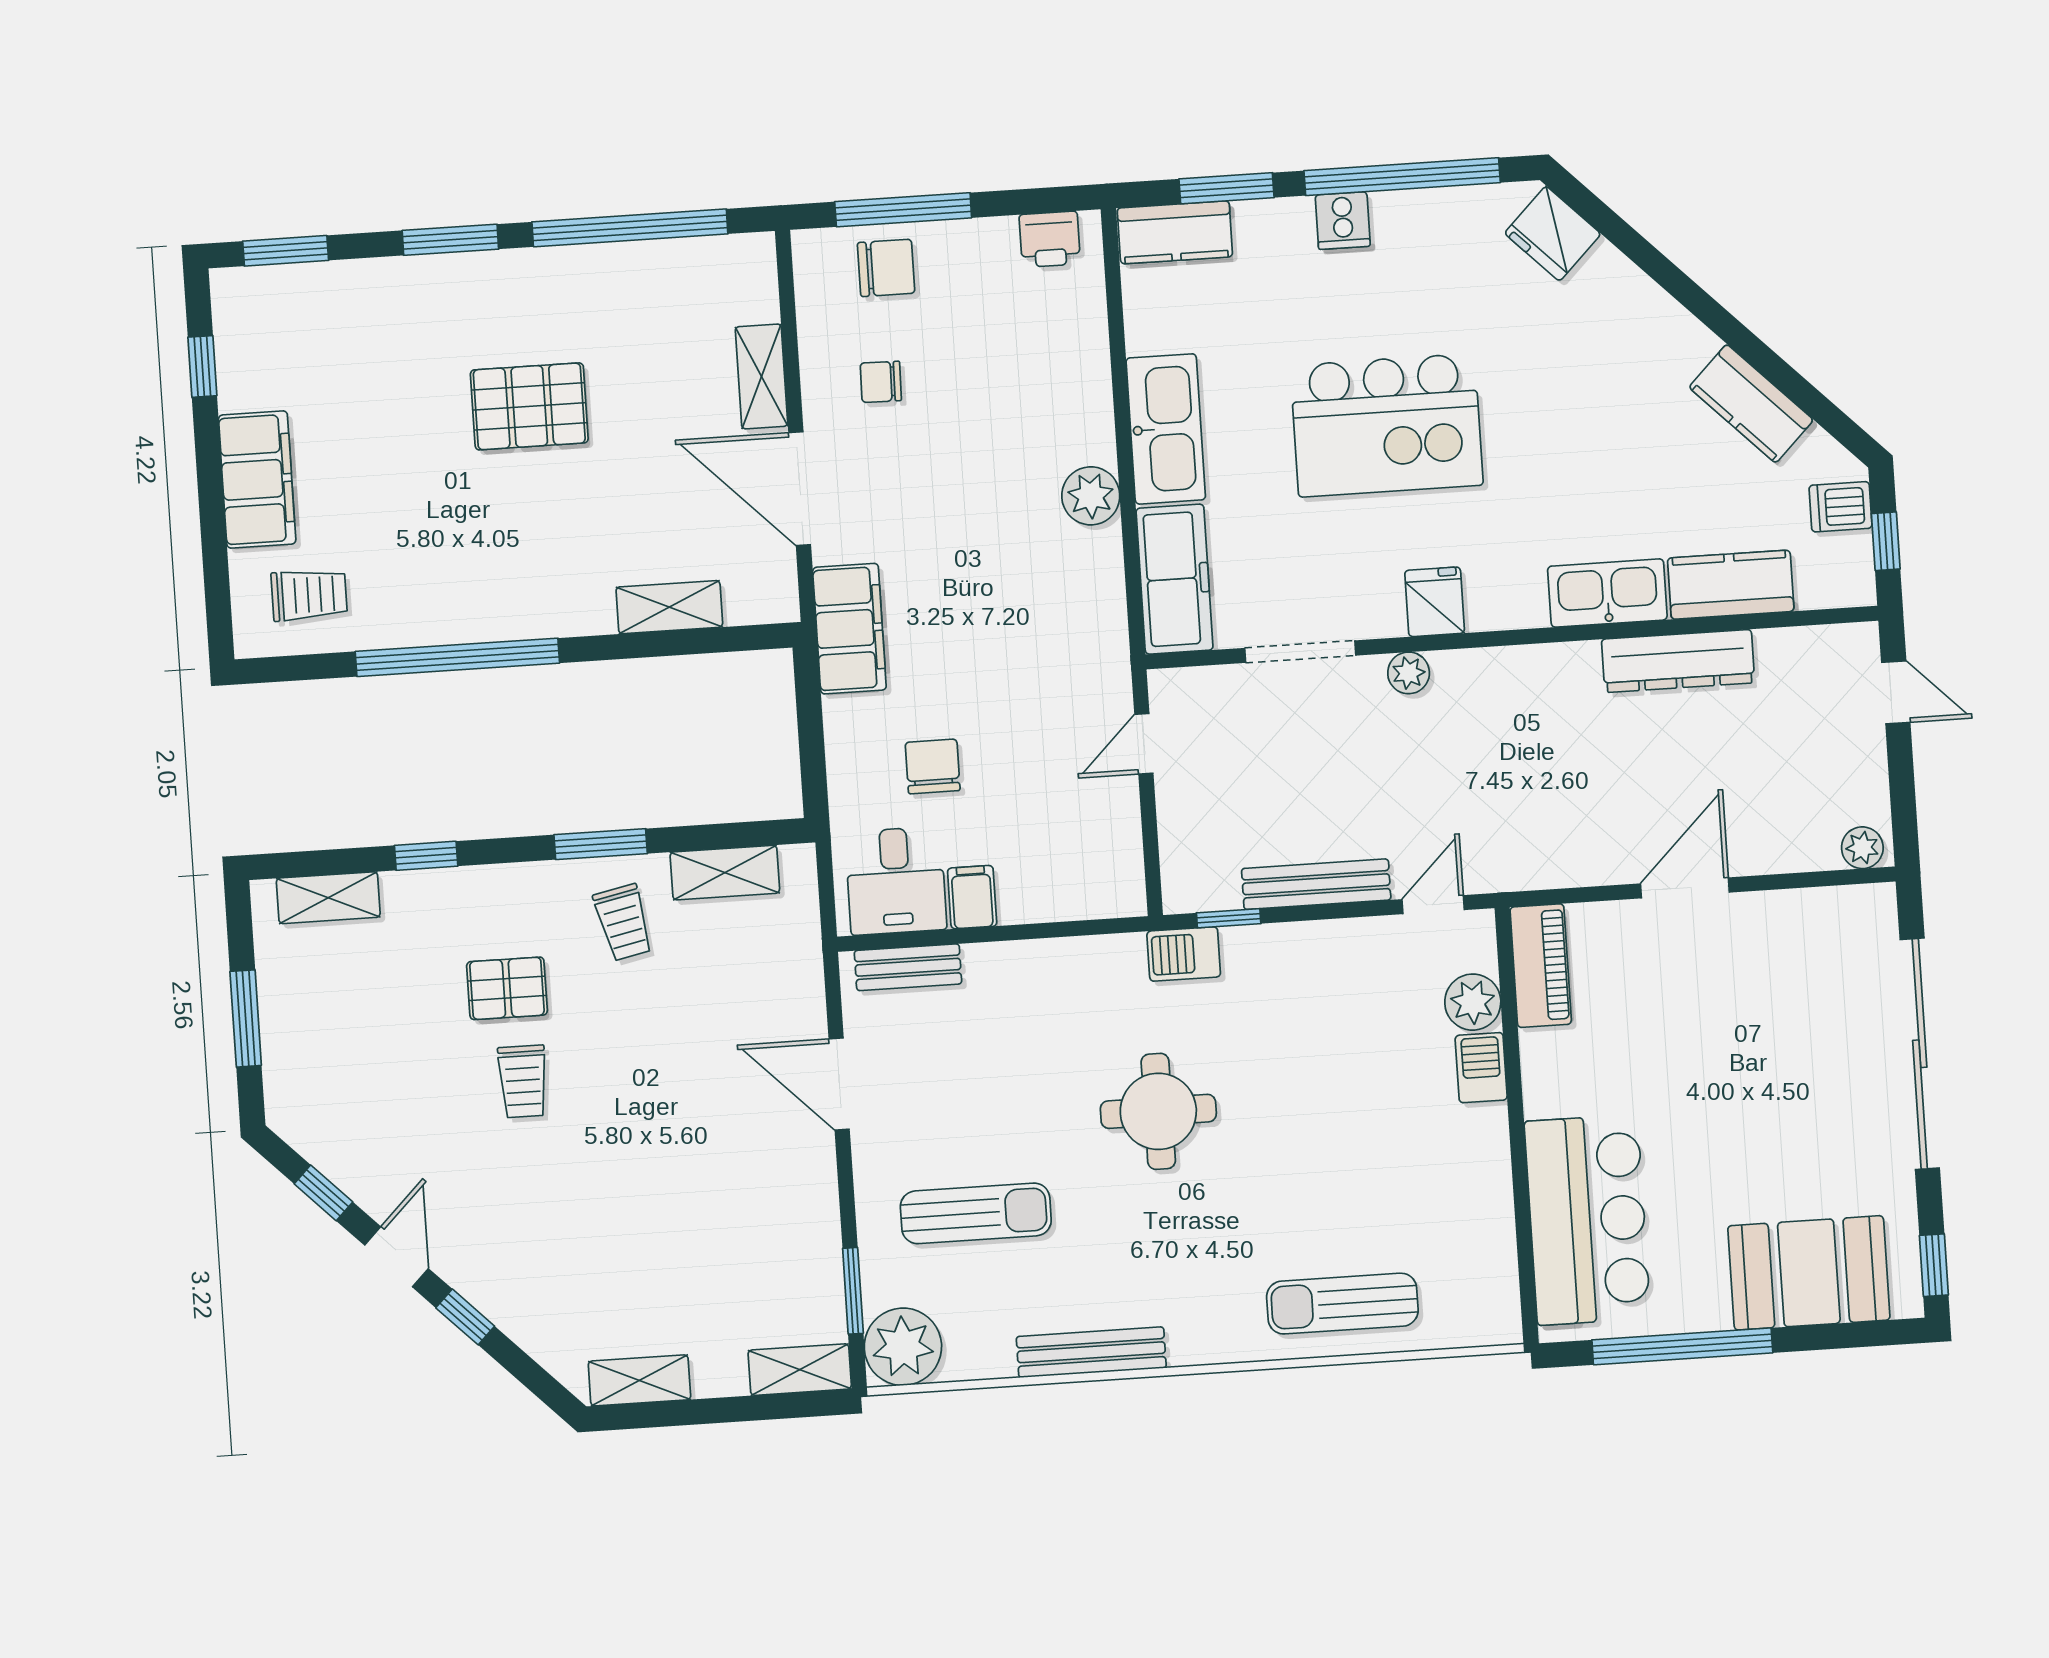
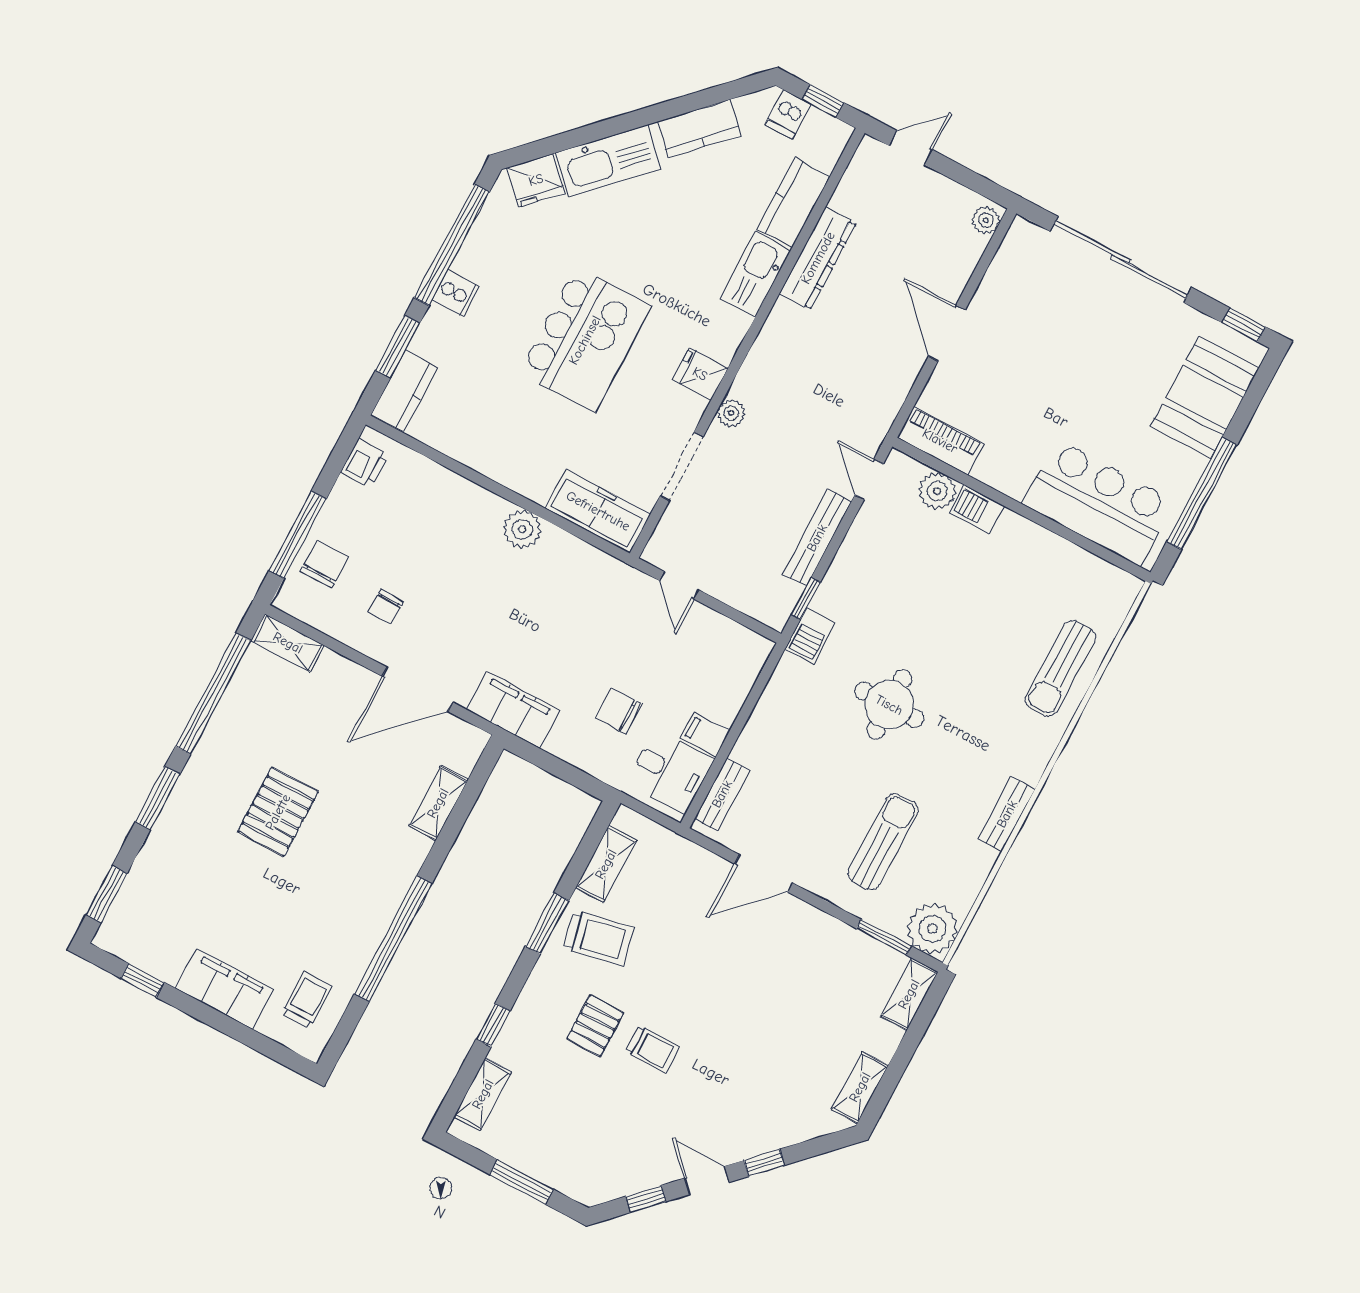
shelving: (761, 376) -> (288, 643), moved
kitchen sink: (1166, 429) -> (608, 161), moved, turned 135
trolley: (623, 922) -> (599, 938), width x1.36, depth x1.39
bench: (1091, 1352) -> (1007, 814), width x0.73

